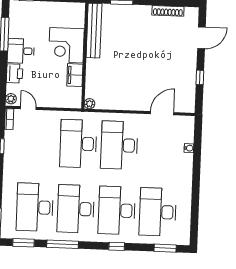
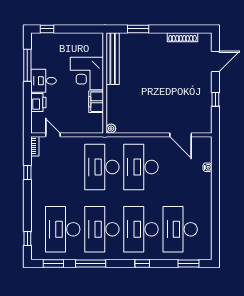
plant: (11, 99) -> (36, 127), removed
door: (162, 113) -> (181, 135), swing flipped

